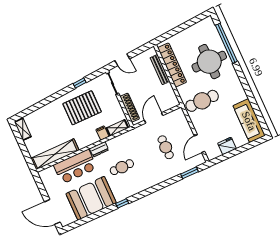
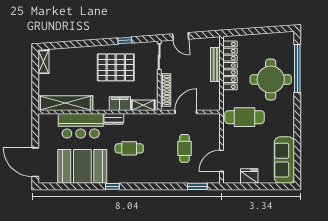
filing cabinet: (102, 133) -> (120, 104), width x2.00

